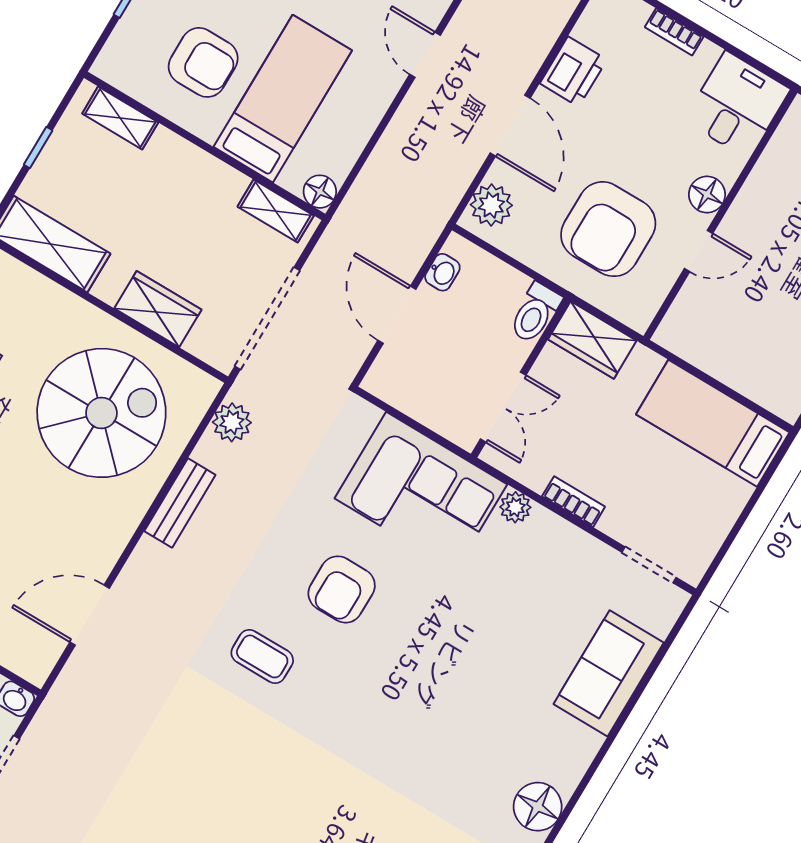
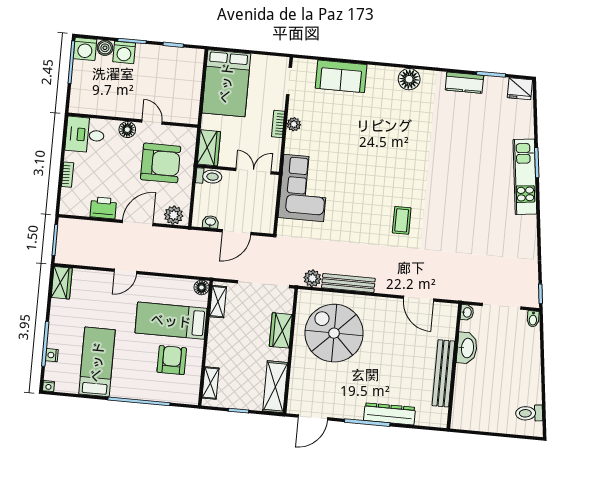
bed: (713, 423) -> (226, 83), width x1.50
bench: (180, 503) -> (348, 283), width x1.36
plant: (515, 507) -> (294, 124), moved
armchair: (342, 589) -> (359, 201), removed

